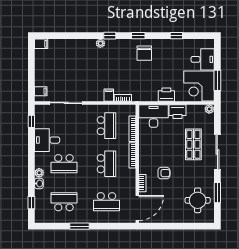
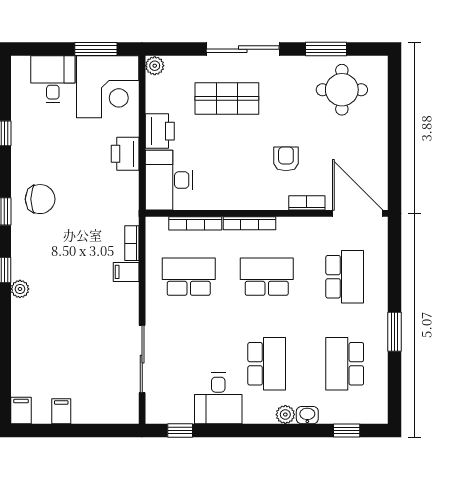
filing cabinet: (41, 91) -> (61, 411), moved

